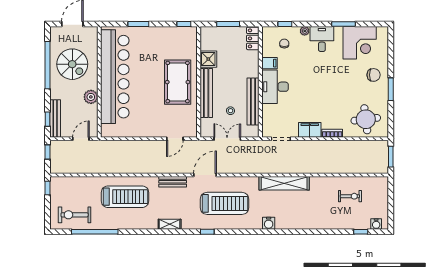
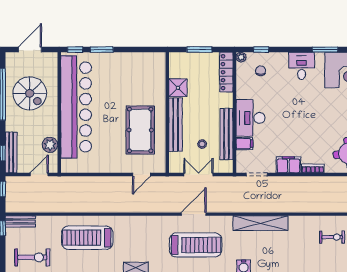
window: (184, 24) -> (75, 50), moved
plant: (305, 31) -> (241, 57), moved
locker: (253, 38) -> (226, 72), width x1.53
filing cabinet: (269, 63) -> (244, 144), moved
pool table: (178, 82) -> (140, 130), moved
plant: (91, 97) -> (50, 145), moved
door: (205, 175) -> (194, 214), moved
bench: (173, 182) -> (20, 221), moved
treadmill: (125, 197) -> (87, 238), turned 180
exercise bike: (75, 215) -> (32, 257), turned 180

